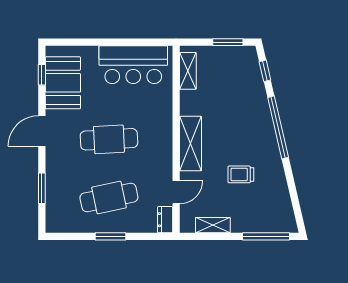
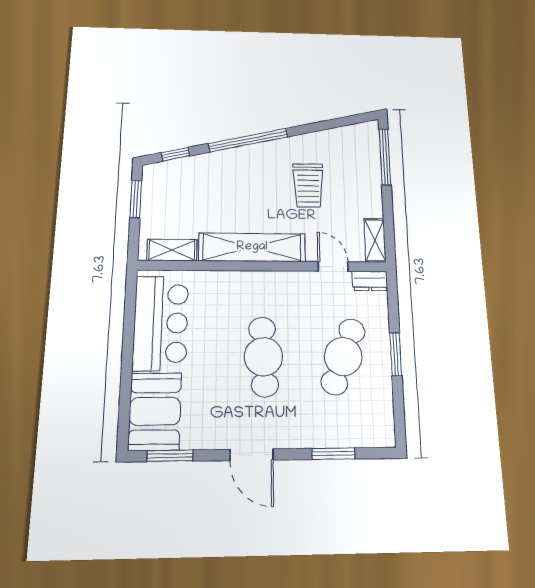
window: (42, 75) -> (170, 456), width x1.50
booth: (63, 83) -> (155, 411), moved, turned 90
shelving: (191, 144) -> (252, 247), width x1.47
trolley: (241, 174) -> (308, 185), width x1.36, depth x1.39
cafe table: (109, 198) -> (343, 356), turned 33
shelving: (213, 225) -> (375, 240), moved

